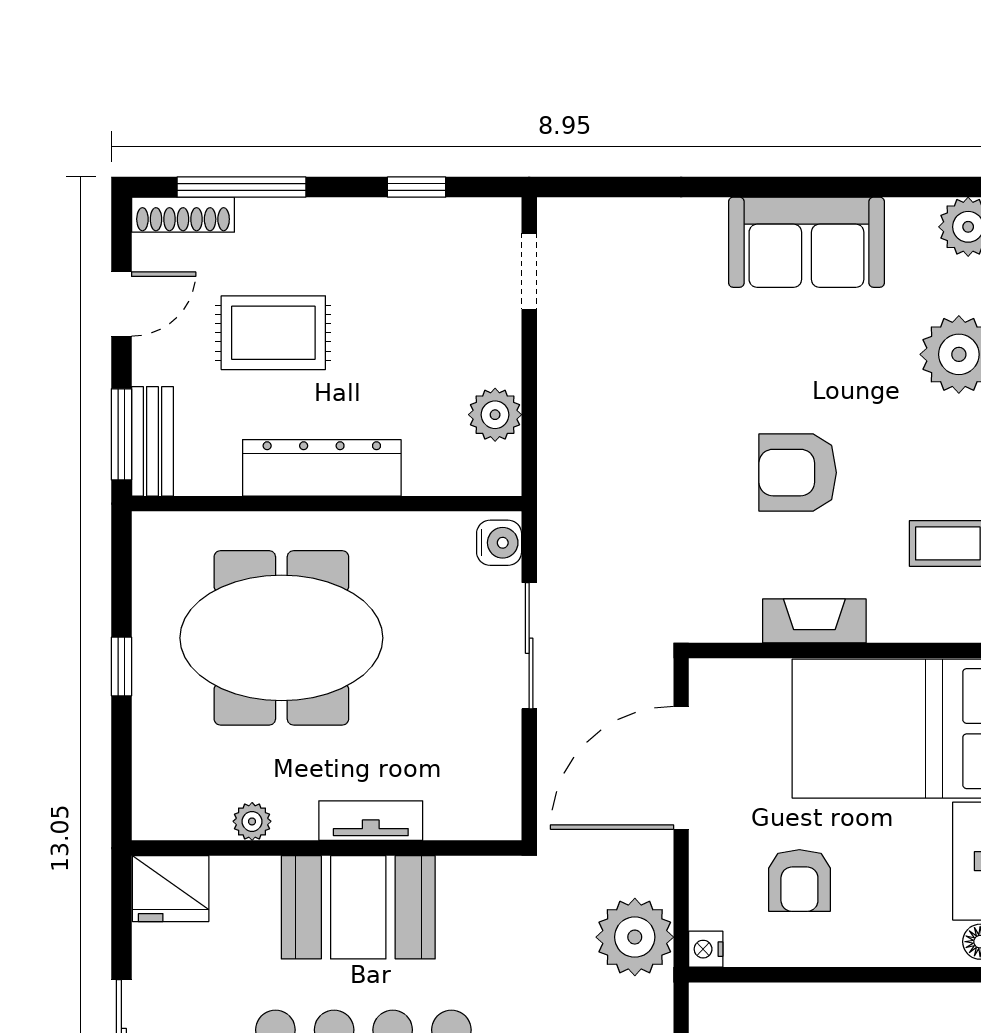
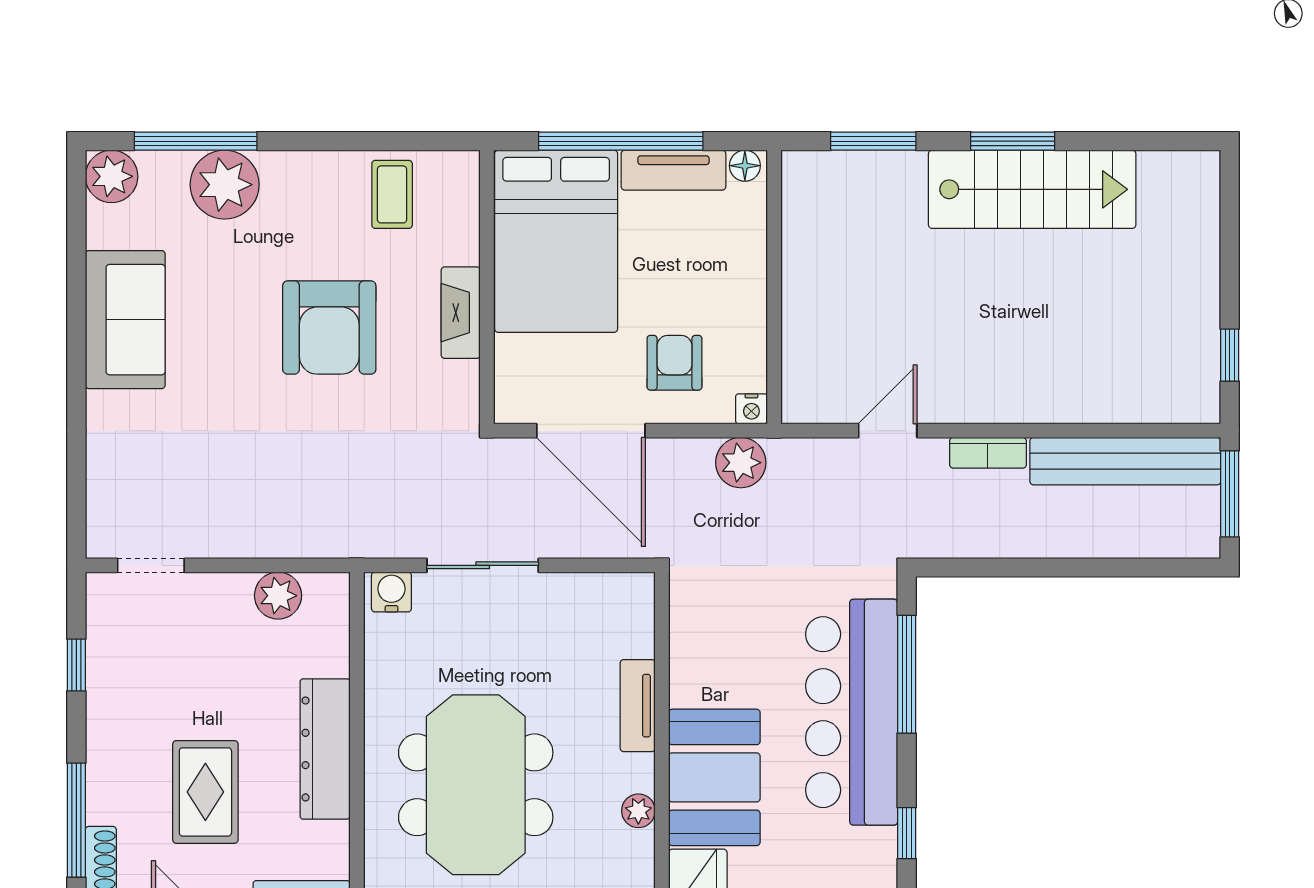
armchair: (798, 473) -> (329, 327), width x1.36, depth x1.36
armchair: (799, 881) -> (674, 363), moved, turned -90
booth: (358, 907) -> (714, 777), moved
plant: (635, 937) -> (741, 463), width x0.73, depth x0.73

